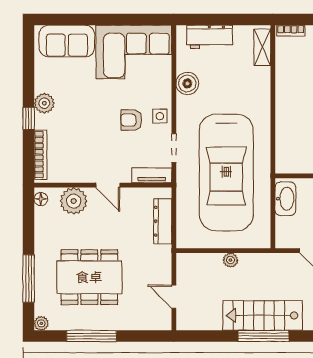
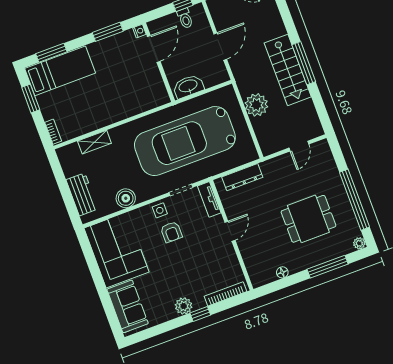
shelving: (262, 47) -> (94, 142), moved
car: (226, 172) -> (185, 141), turned 180
floor lamp: (41, 199) -> (282, 272), moved
plant: (74, 201) -> (253, 254), removed
plant: (230, 260) -> (256, 105), width x1.87, depth x1.87
dining table: (89, 277) -> (308, 219), width x0.73
window: (92, 336) -> (355, 200), width x1.46

